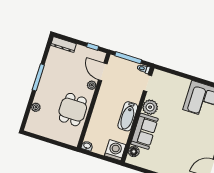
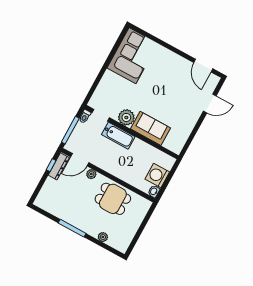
dresser: (64, 45) -> (59, 166), moved
bathtub: (128, 116) -> (118, 136), moved
washing machine: (115, 150) -> (157, 176), moved
floor lamp: (134, 151) -> (169, 144), removed

